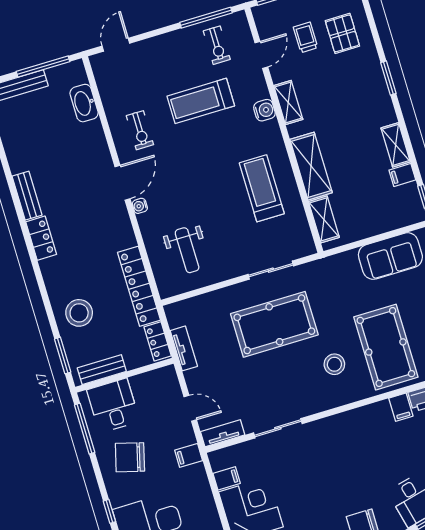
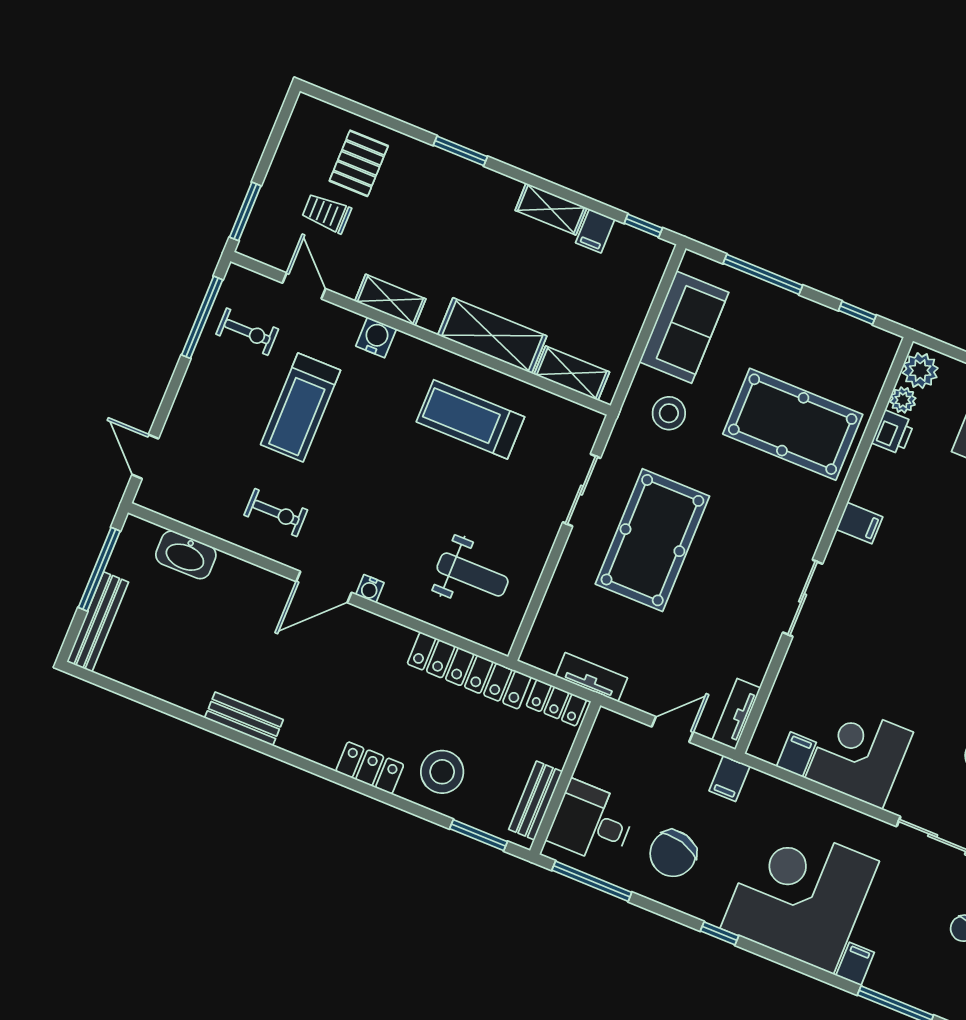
pallet: (342, 33) -> (359, 163), turned 90
door: (123, 183) -> (324, 587), swing flipped
locker: (41, 238) -> (370, 768), moved
stool: (334, 364) -> (669, 413), moved
filing cabinet: (401, 407) -> (859, 523), moved
sliding door: (278, 428) -> (803, 598), moved

